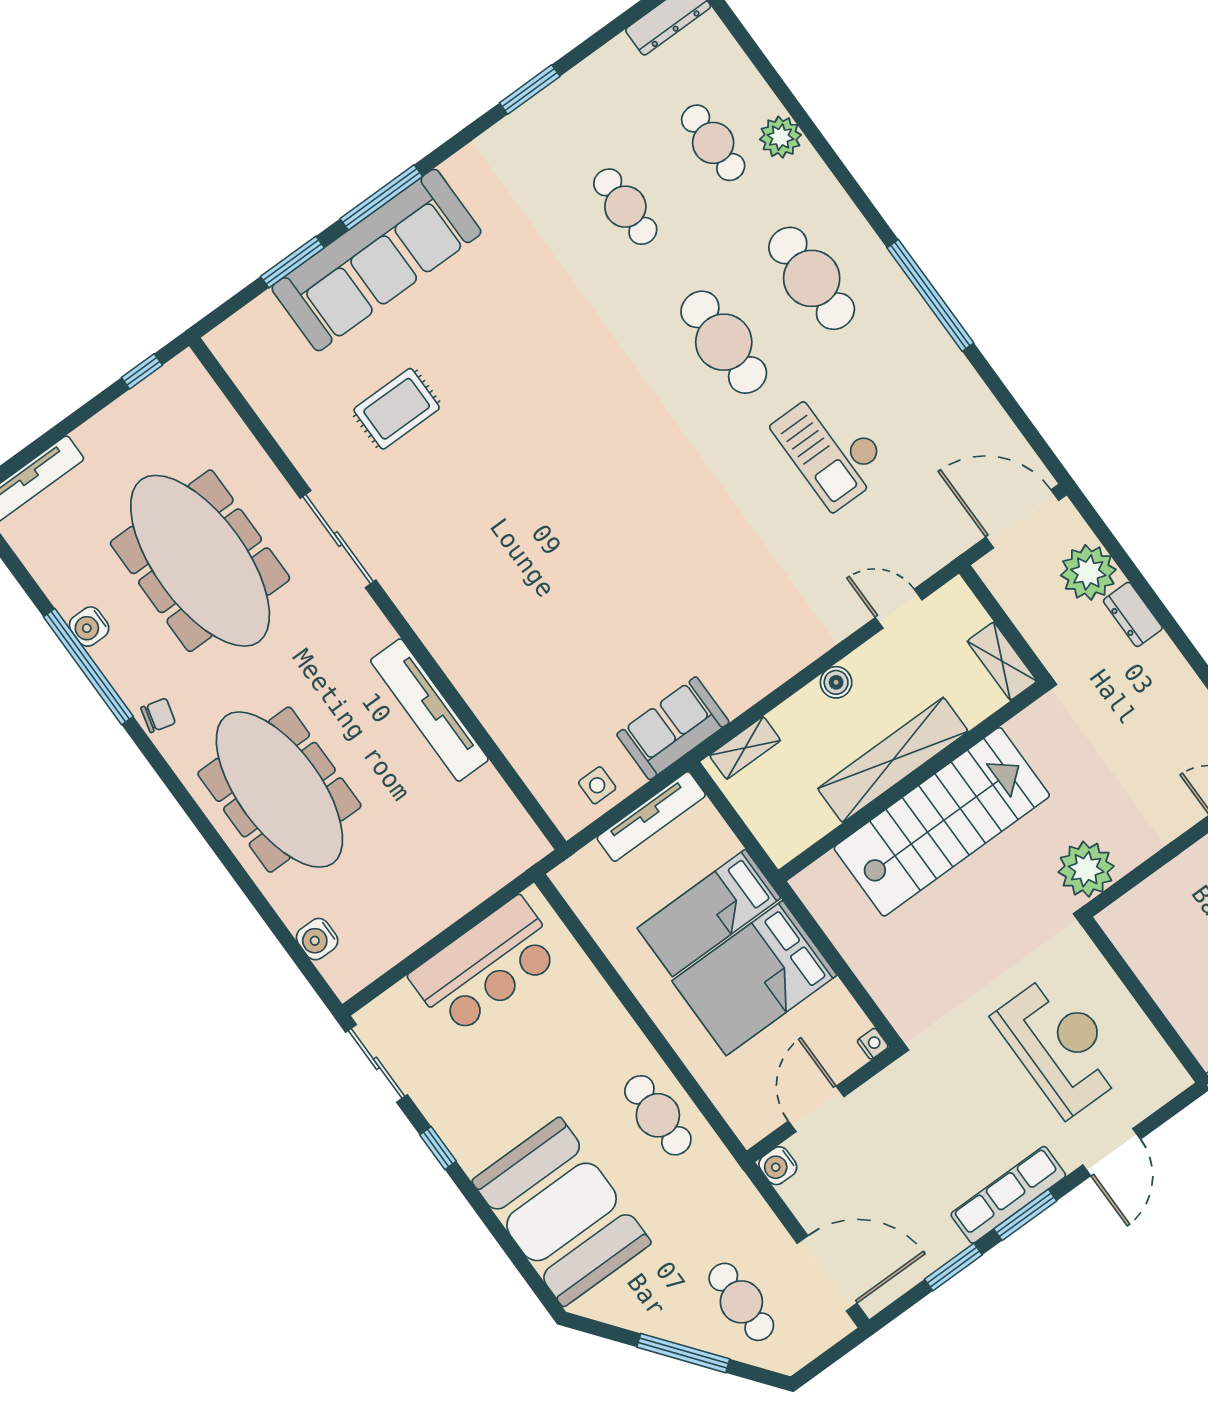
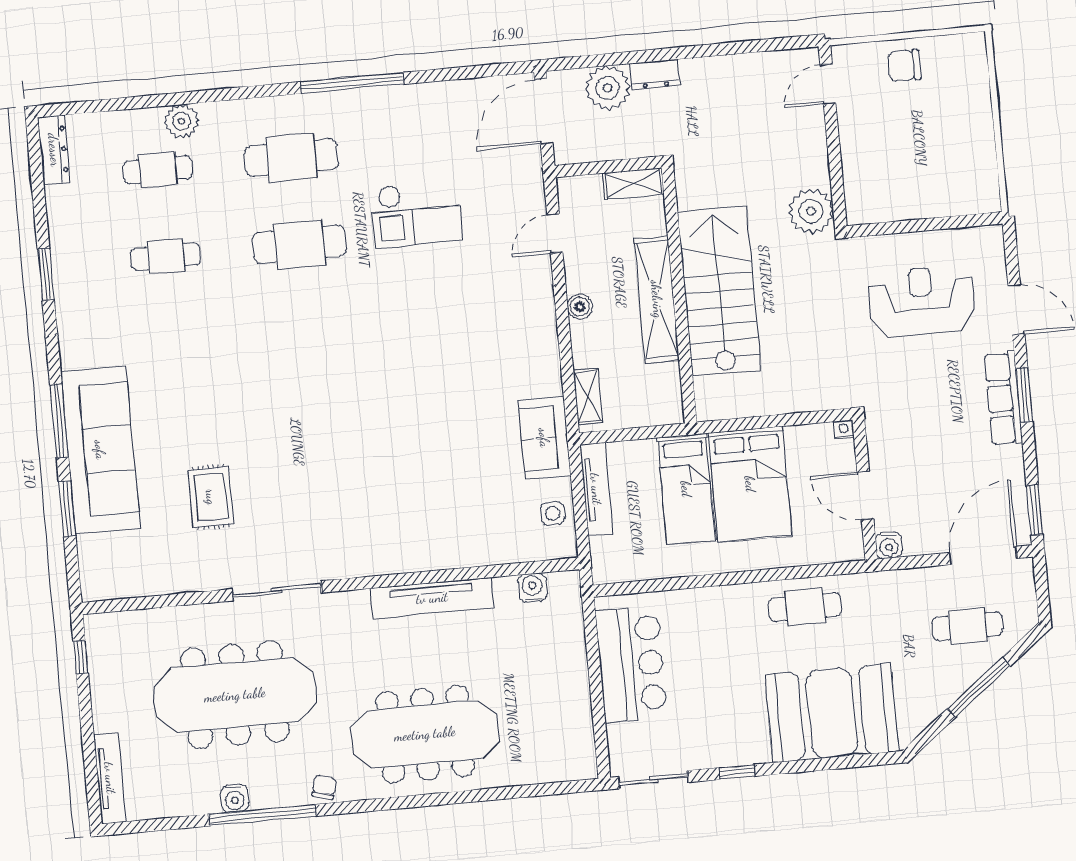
water cooler: (317, 939) -> (532, 588), moved, turned 180
window: (953, 1267) -> (1035, 510), moved

